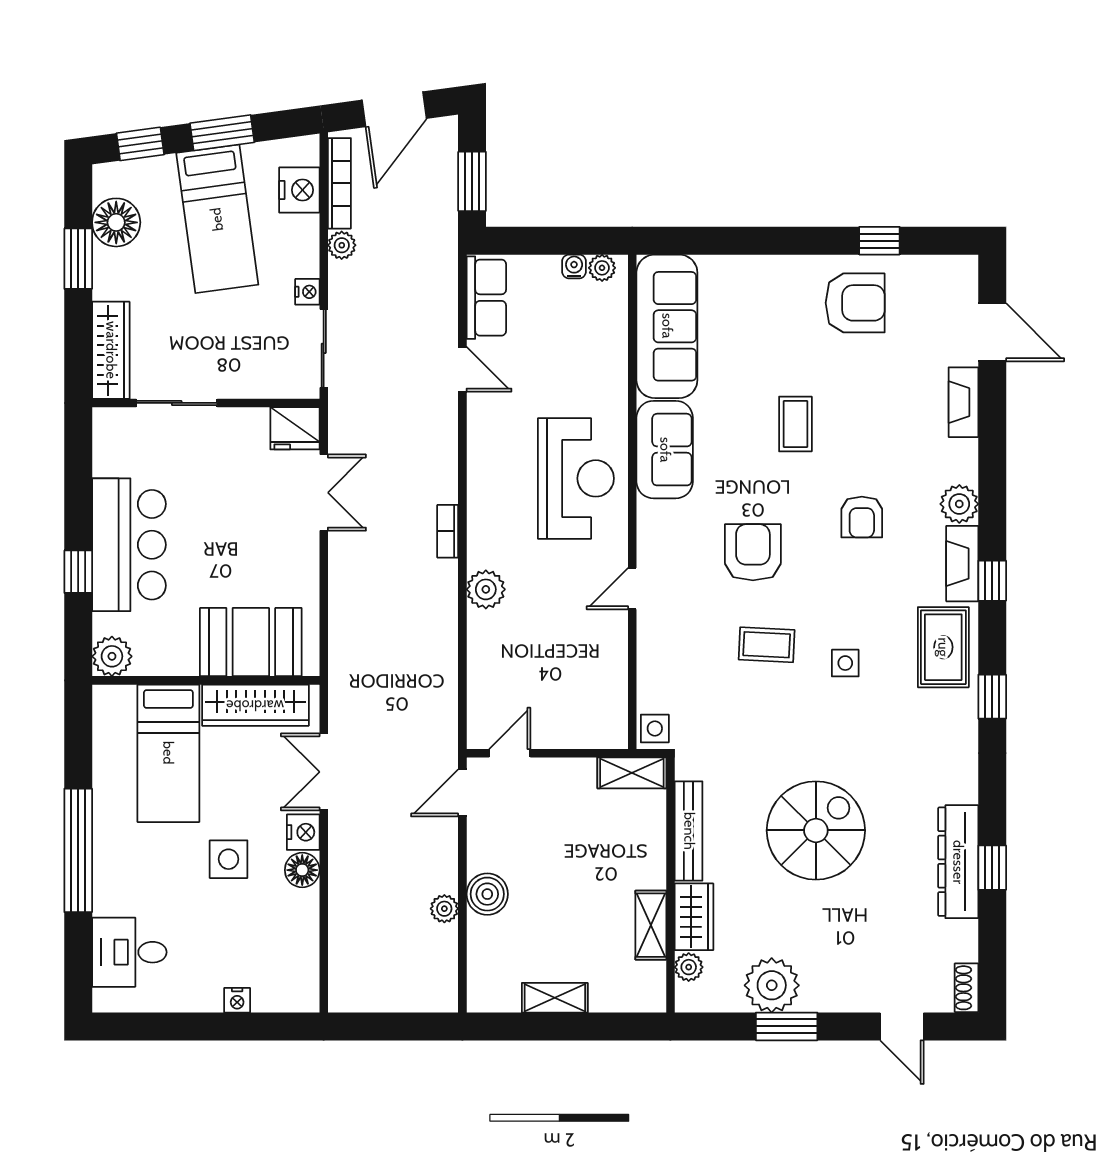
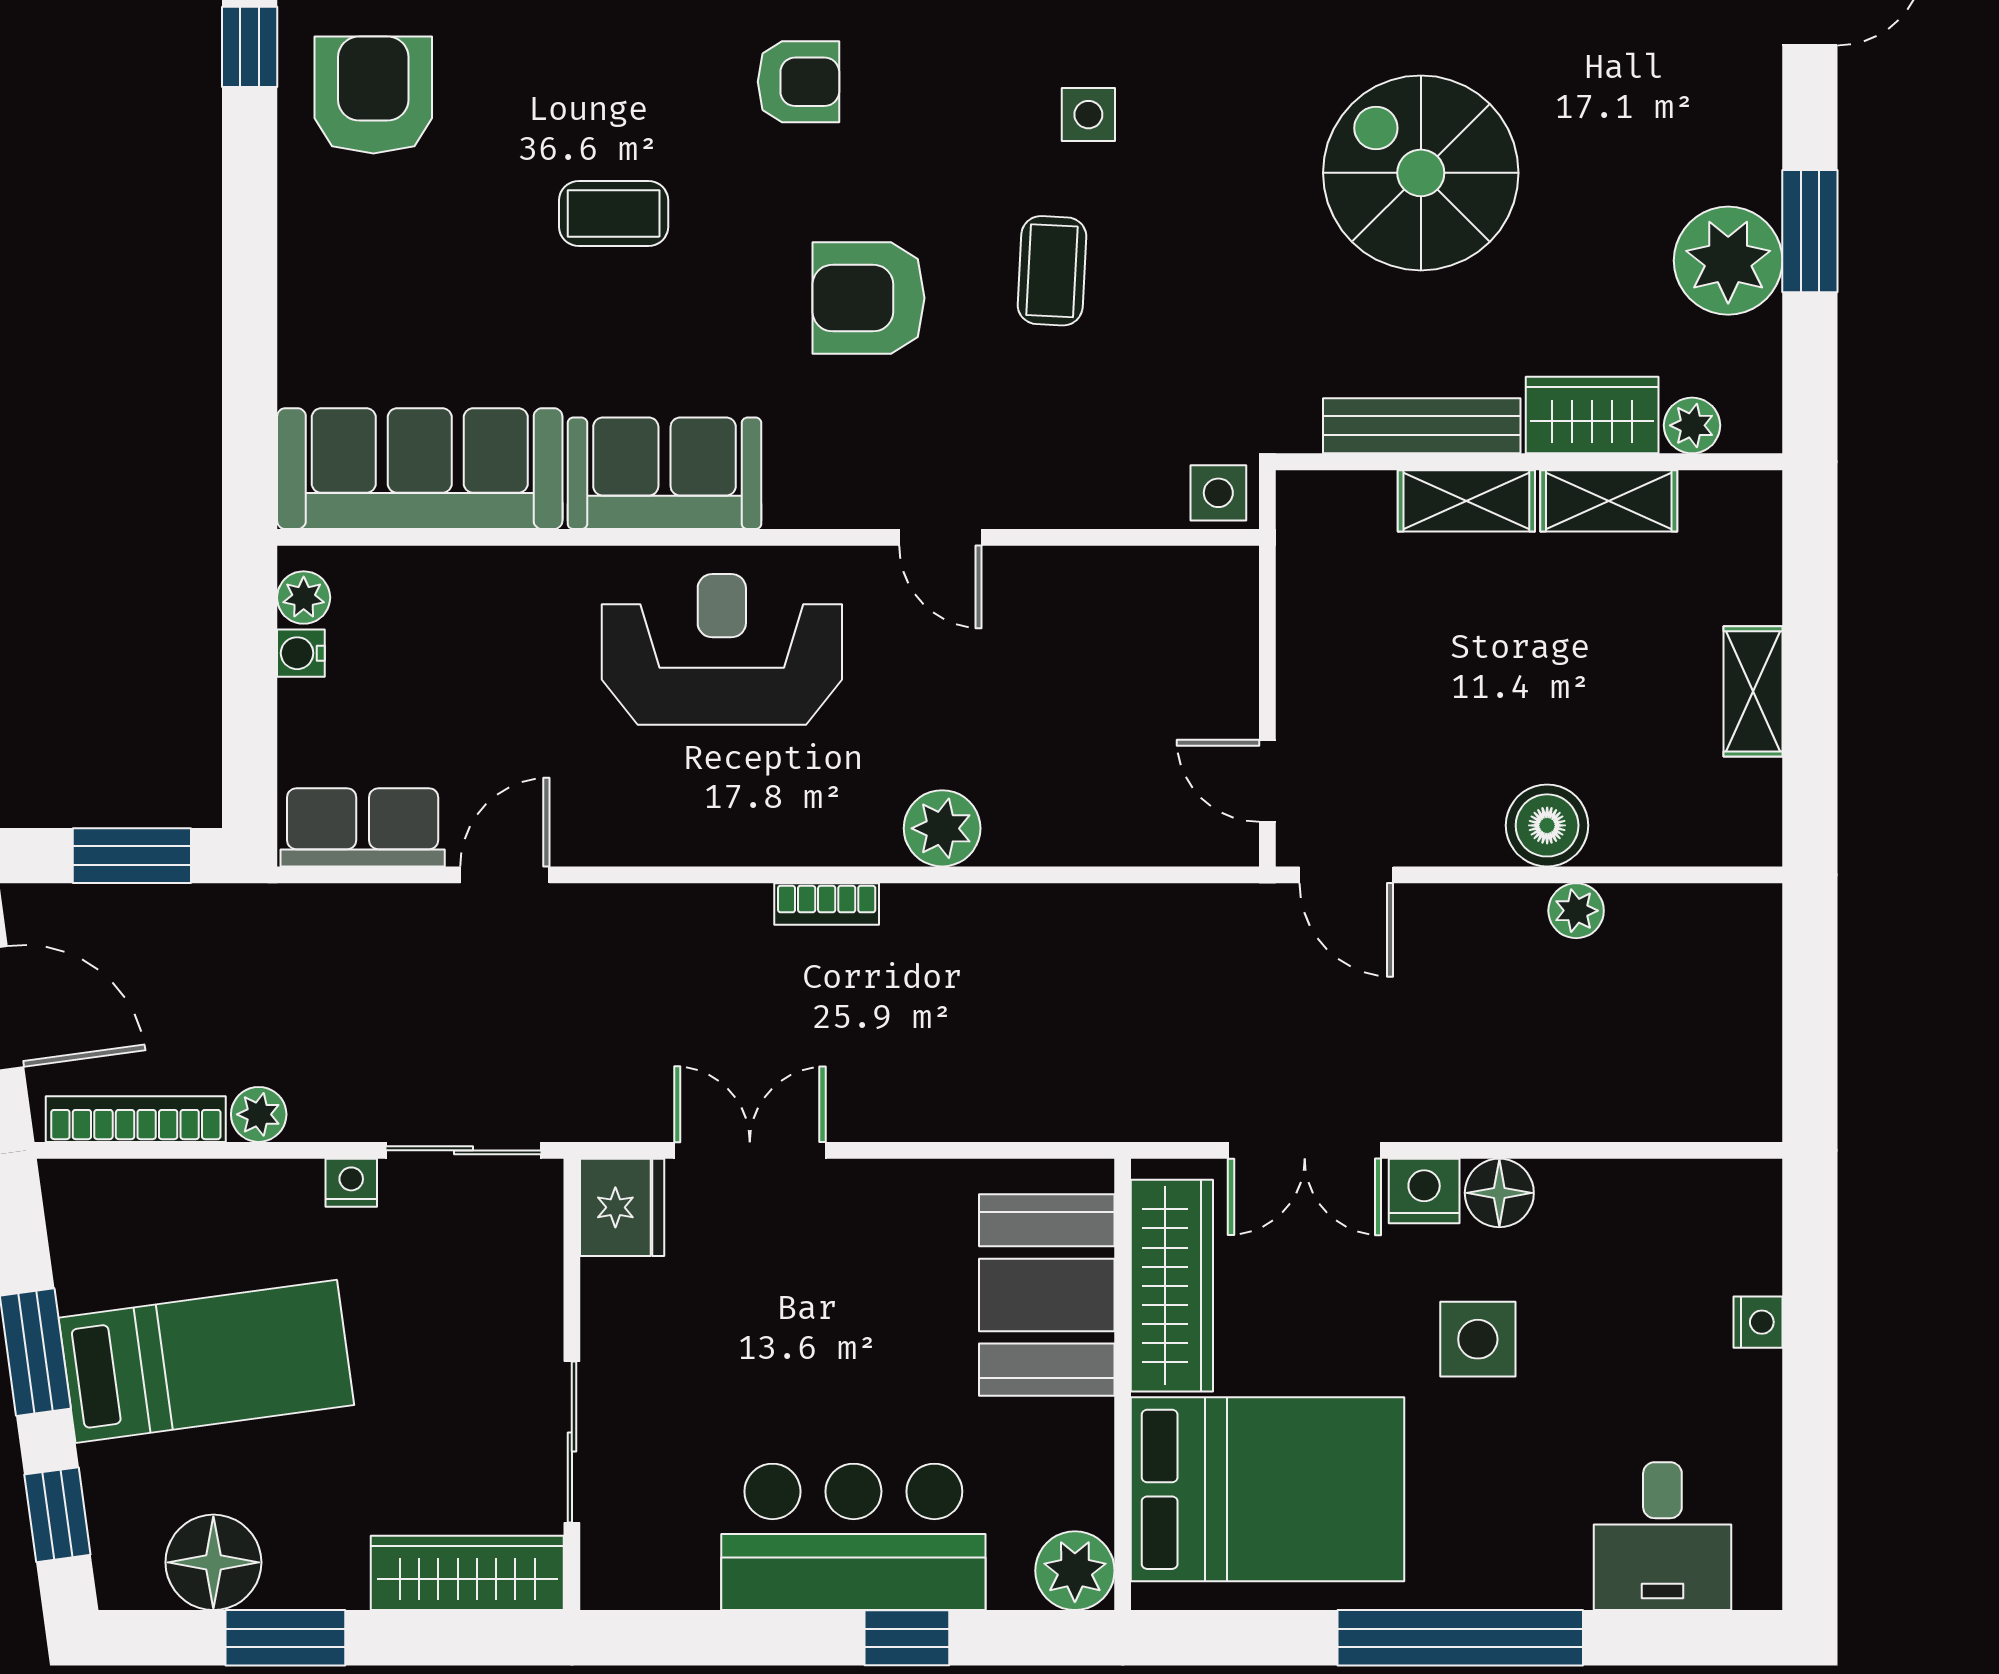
nightstand: (299, 190) -> (149, 1199), removed
bed: (168, 753) -> (1267, 1489), width x1.50
shelving: (632, 773) -> (1466, 501), moved, turned 90

